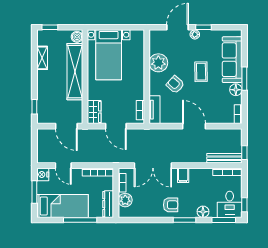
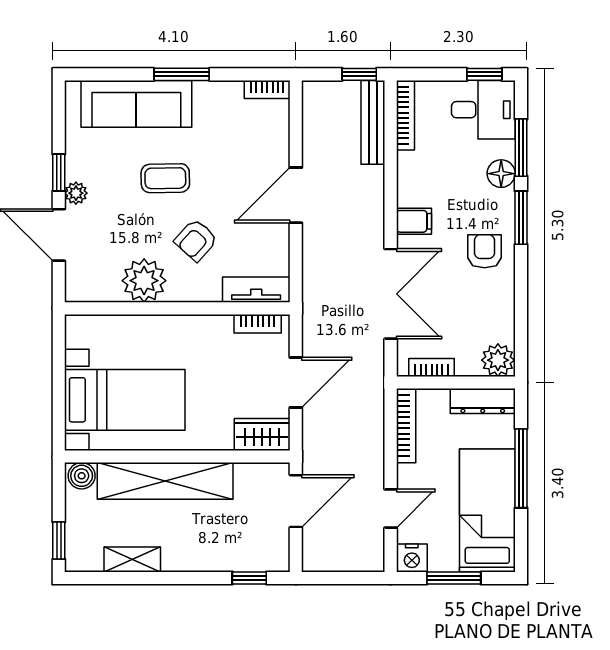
floor lamp: (236, 90) -> (209, 95), removed
plant: (125, 200) -> (498, 360), moved
window: (224, 220) -> (521, 148), moved

